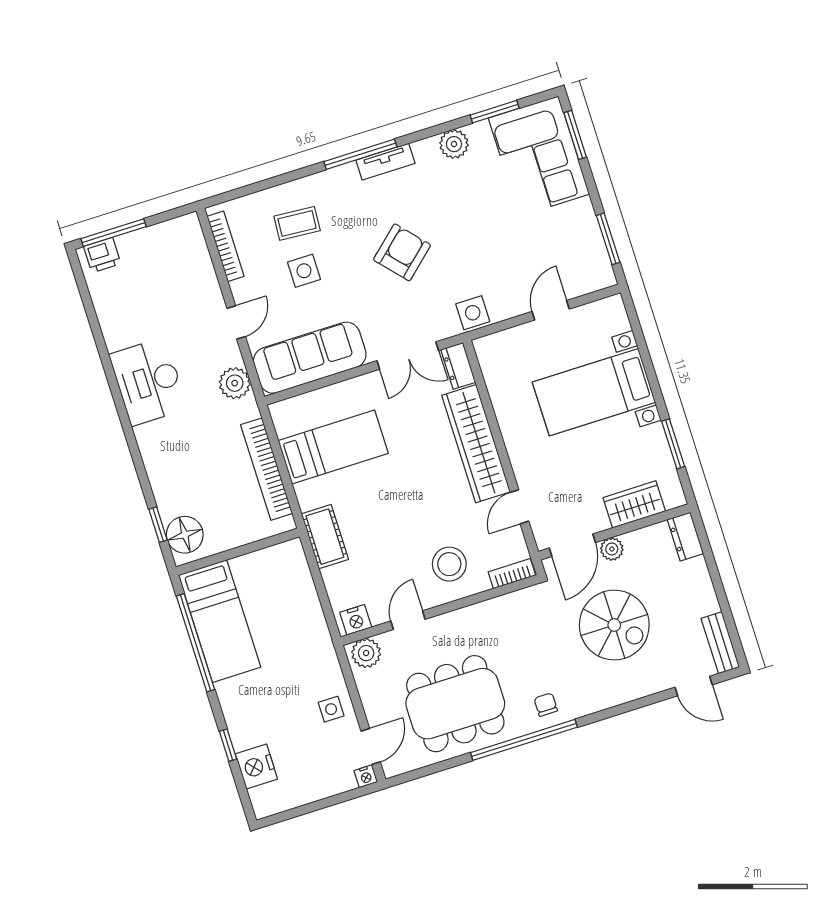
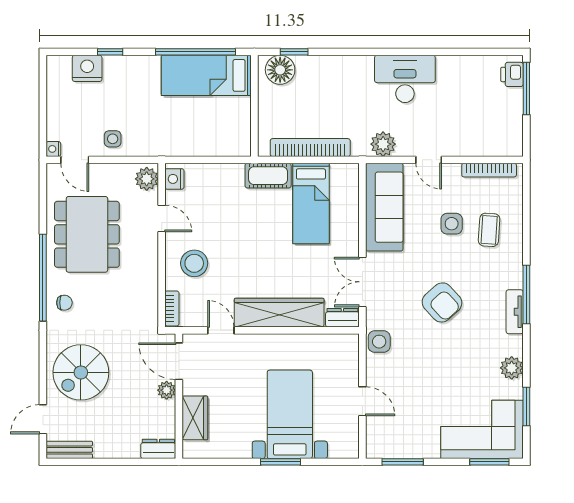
window: (673, 444) -> (280, 462), moved
cot: (325, 537) -> (268, 176), moved
spiral stairs: (614, 625) -> (81, 372), moved

